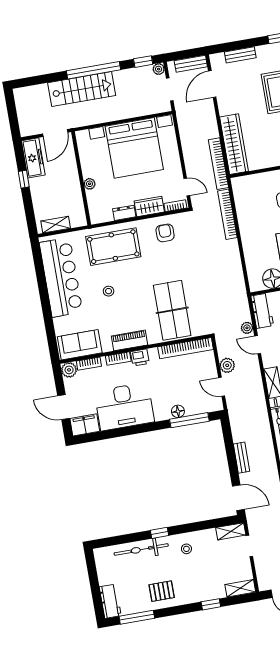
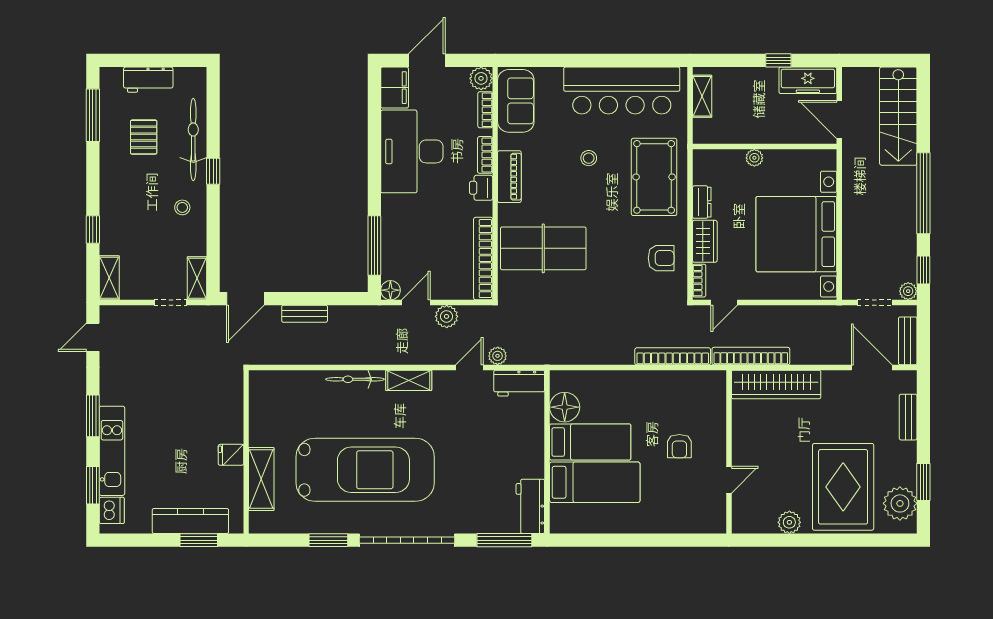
stairs: (82, 89) -> (898, 116), moved
floor lamp: (178, 411) -> (390, 290), moved
pallet: (162, 591) -> (144, 137), moved
workbench: (110, 601) -> (148, 80), moved

